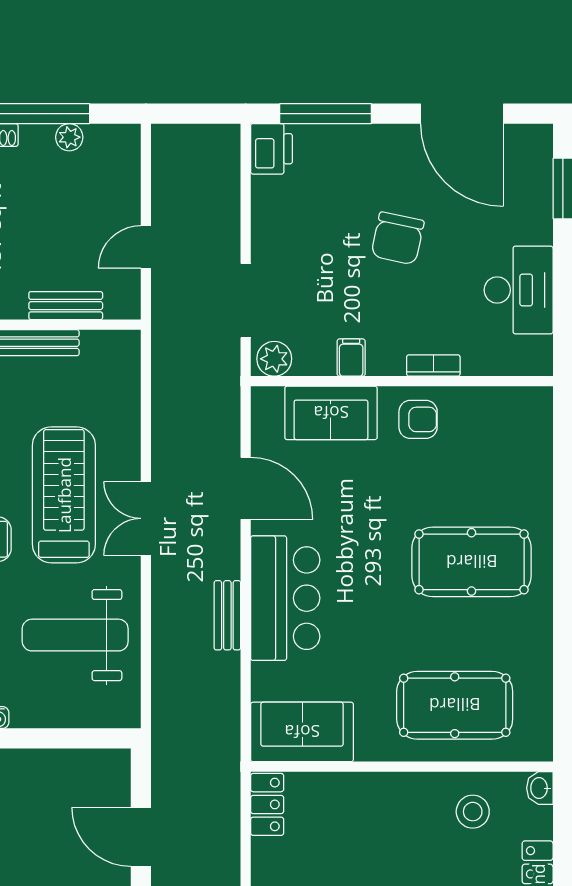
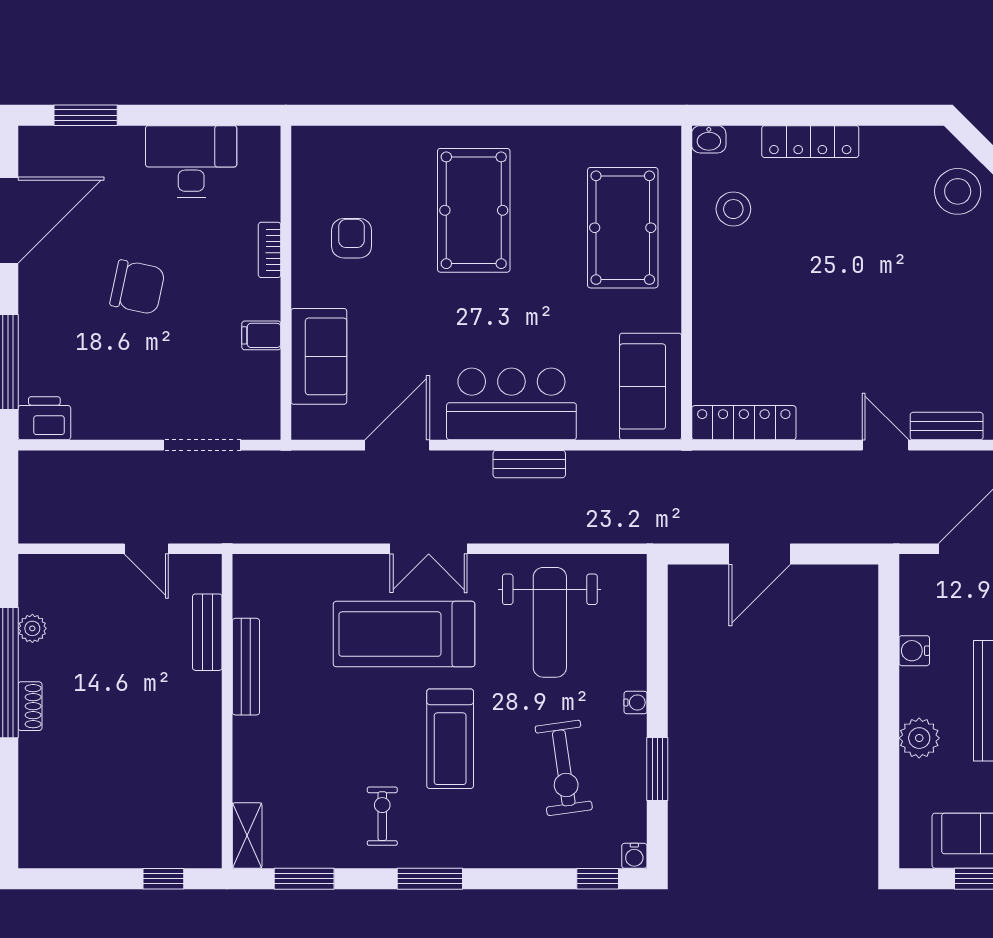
plant: (274, 359) -> (263, 415), removed
armchair: (418, 419) -> (352, 238), moved
locker: (267, 804) -> (744, 423), width x1.53

